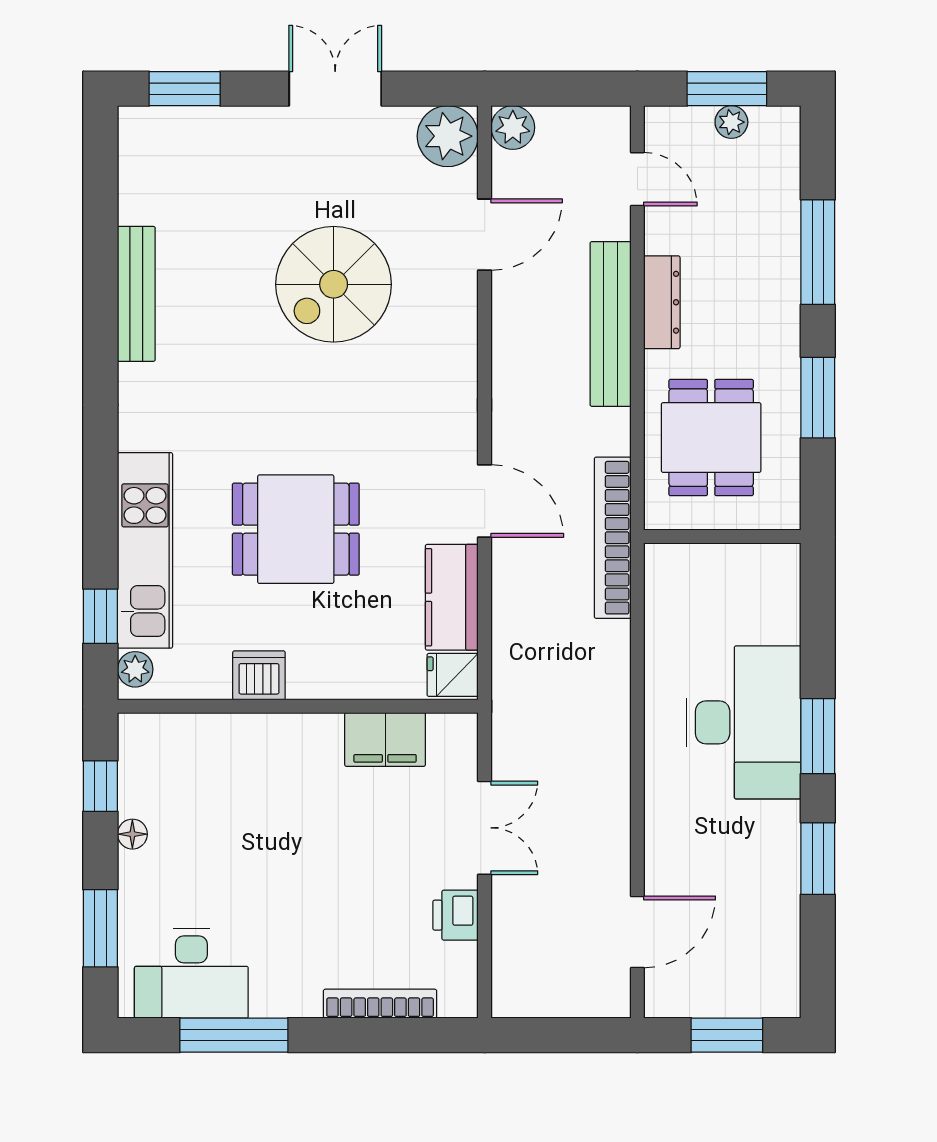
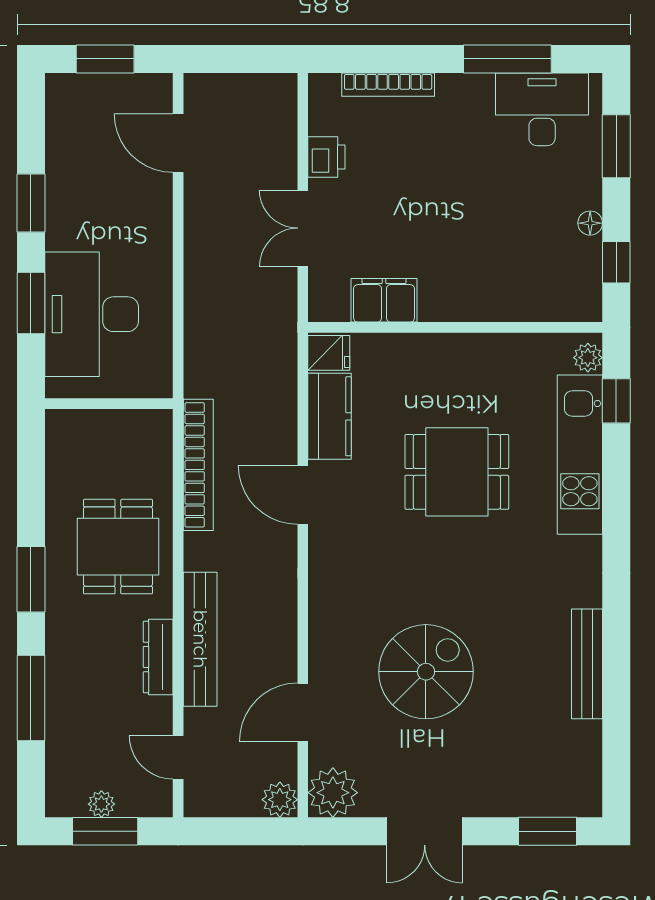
wall: (722, 536) -> (109, 404), moved
dishwasher: (259, 675) -> (487, 353), removed
door: (637, 932) -> (178, 143), hinge flipped

